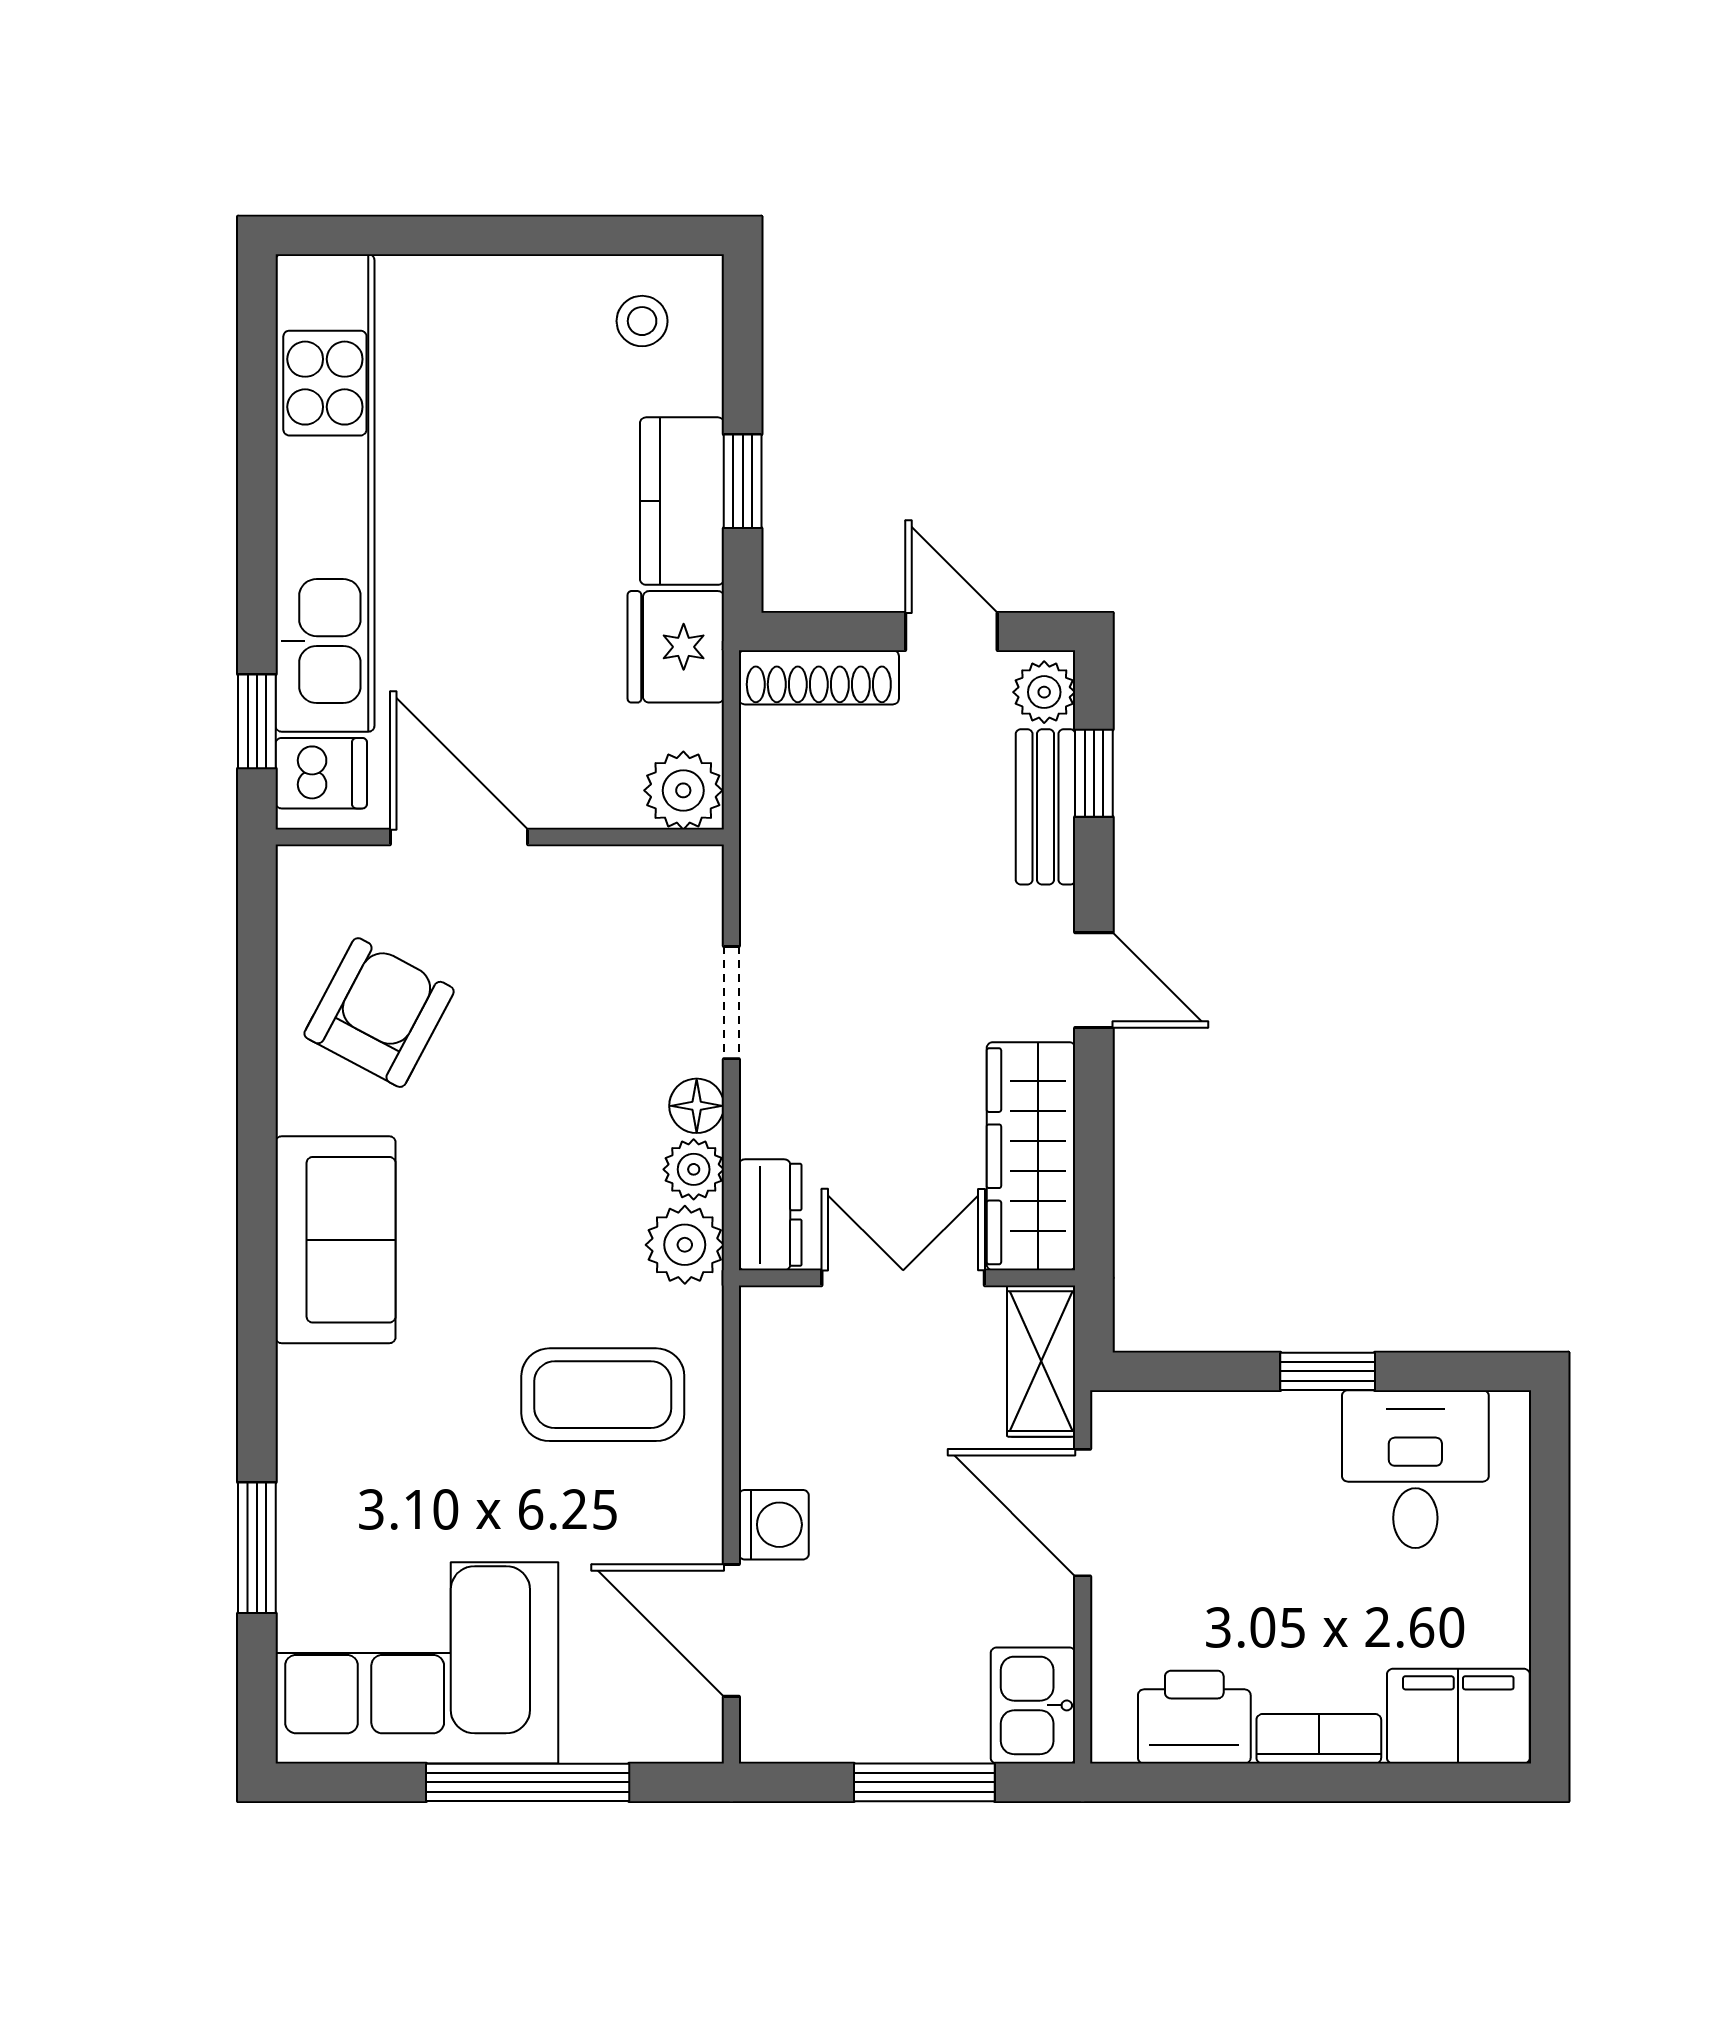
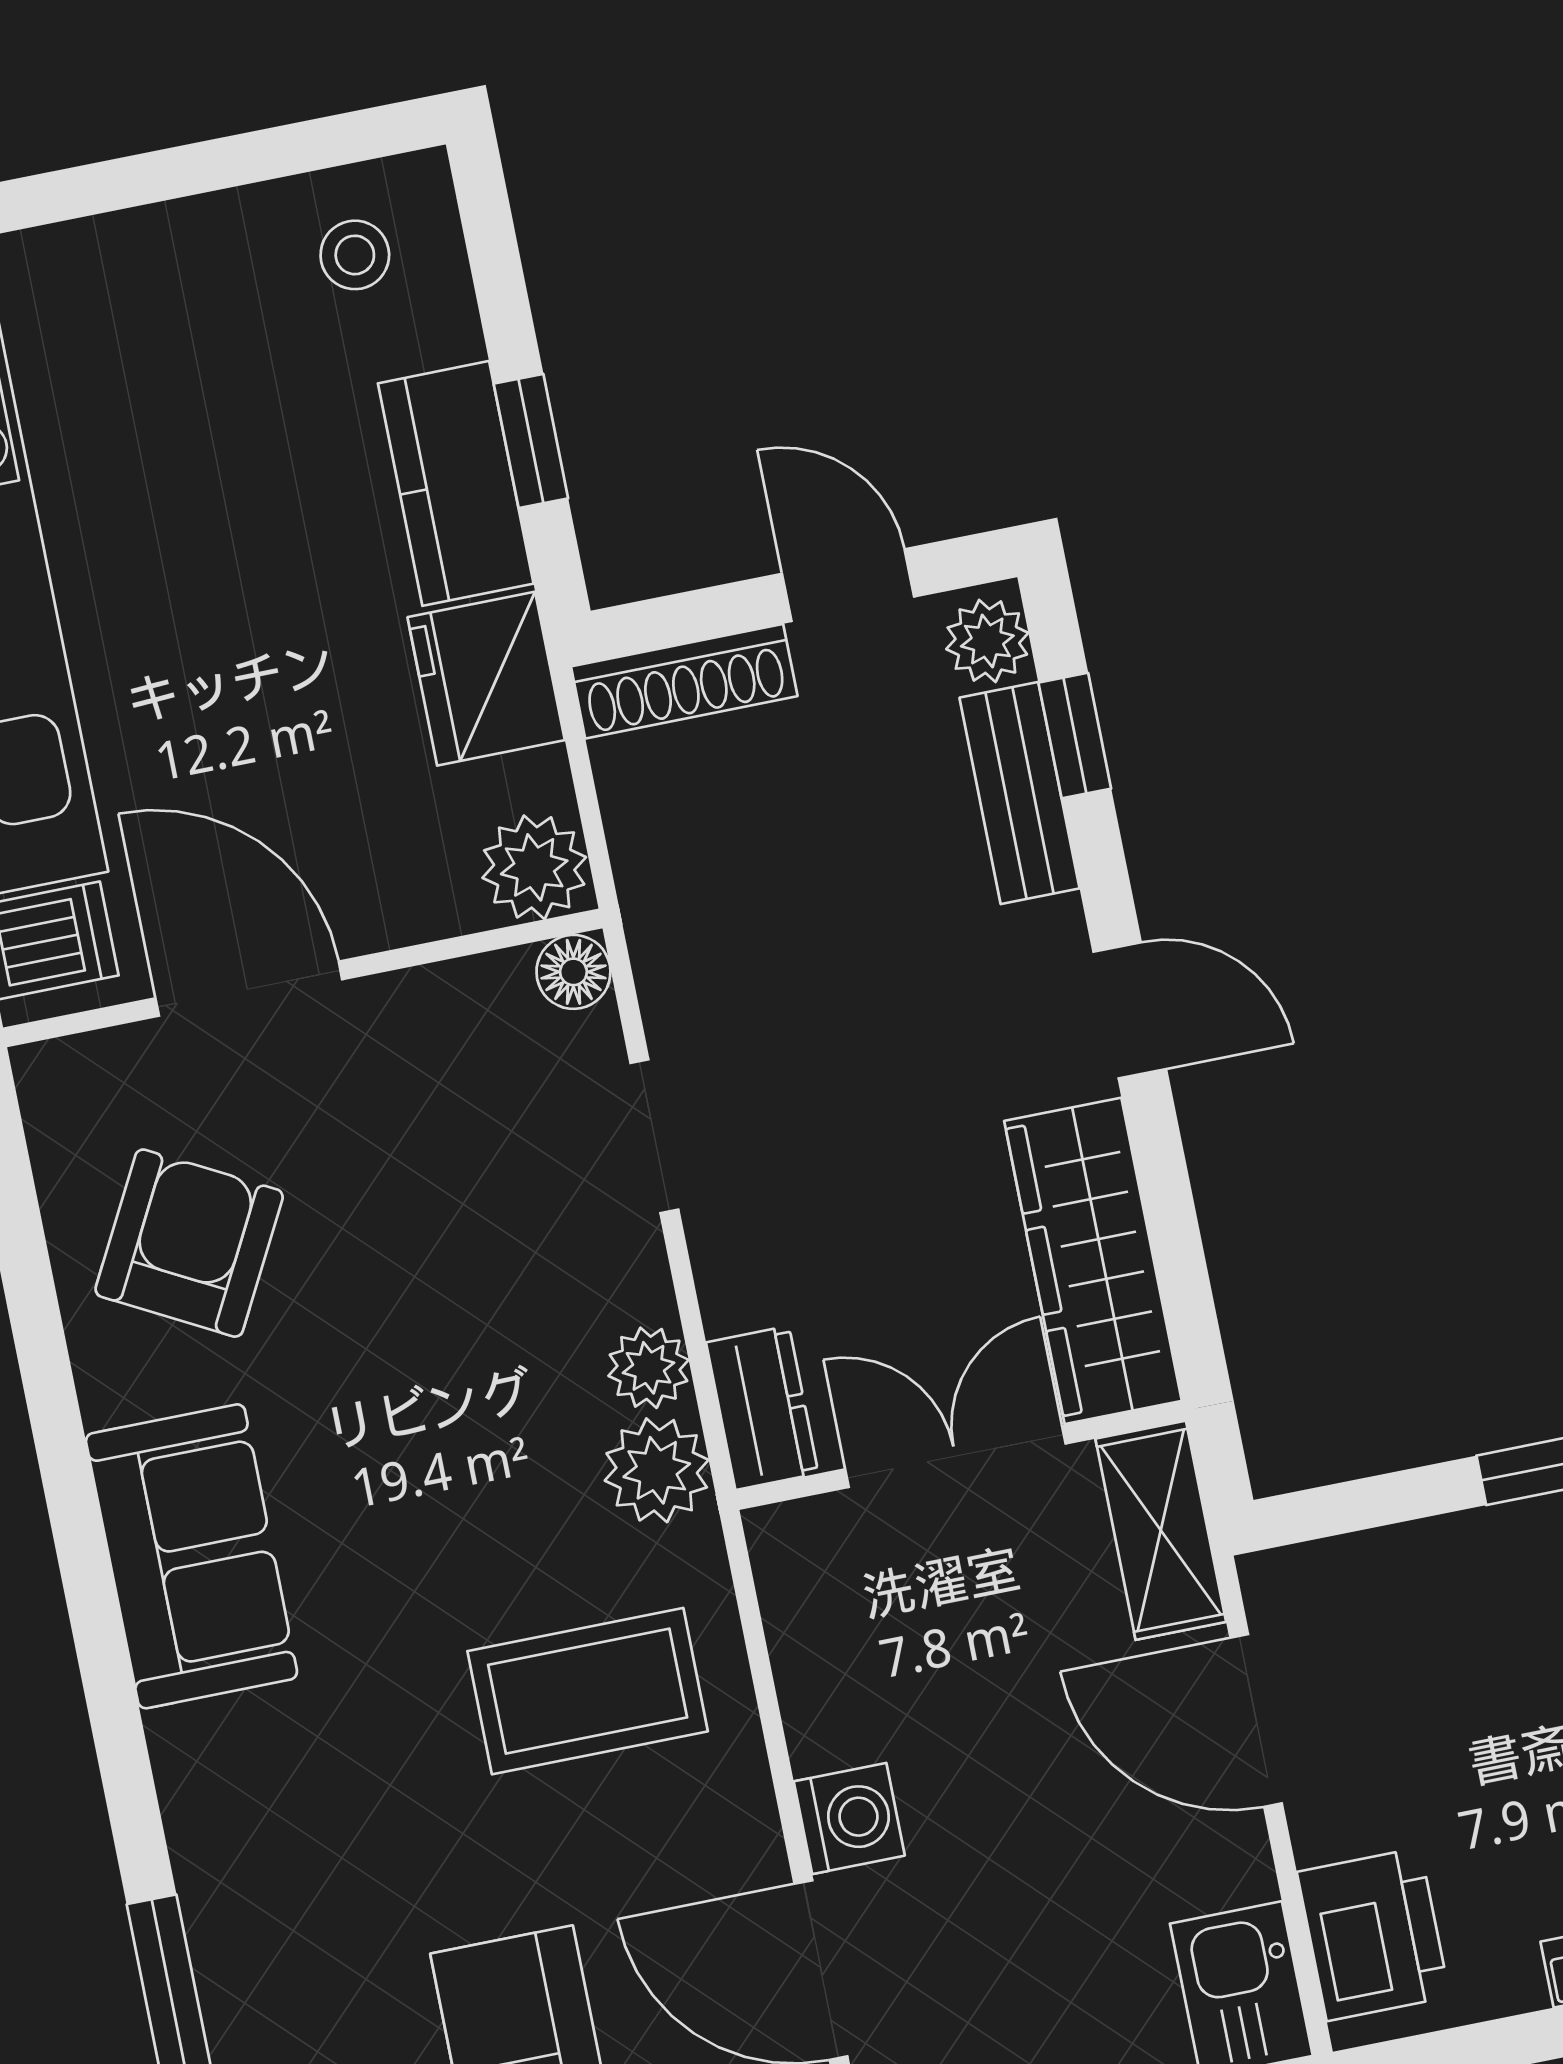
floor lamp: (697, 1106) -> (573, 972), moved
printer: (1194, 1717) -> (1373, 1934), moved, turned 90

